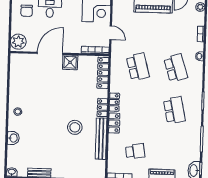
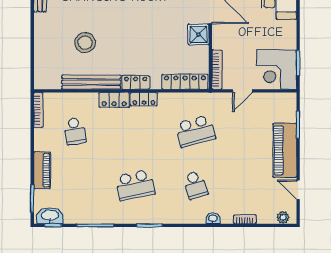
school desk: (176, 68) -> (195, 185), width x0.54
stool: (75, 127) -> (85, 43), moved

